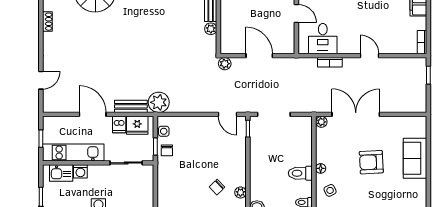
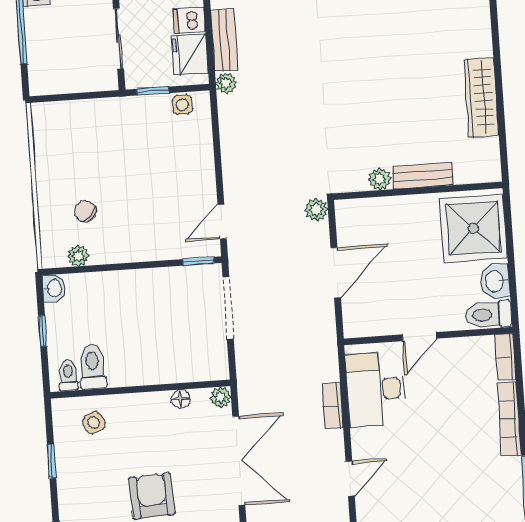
desk: (323, 39) -> (376, 389), width x1.37
plant: (159, 102) -> (226, 83), width x0.53, depth x0.53
chair: (167, 150) -> (147, 113), removed
floor lamp: (321, 168) -> (181, 399), moved
toilet: (300, 173) -> (93, 367), moved

